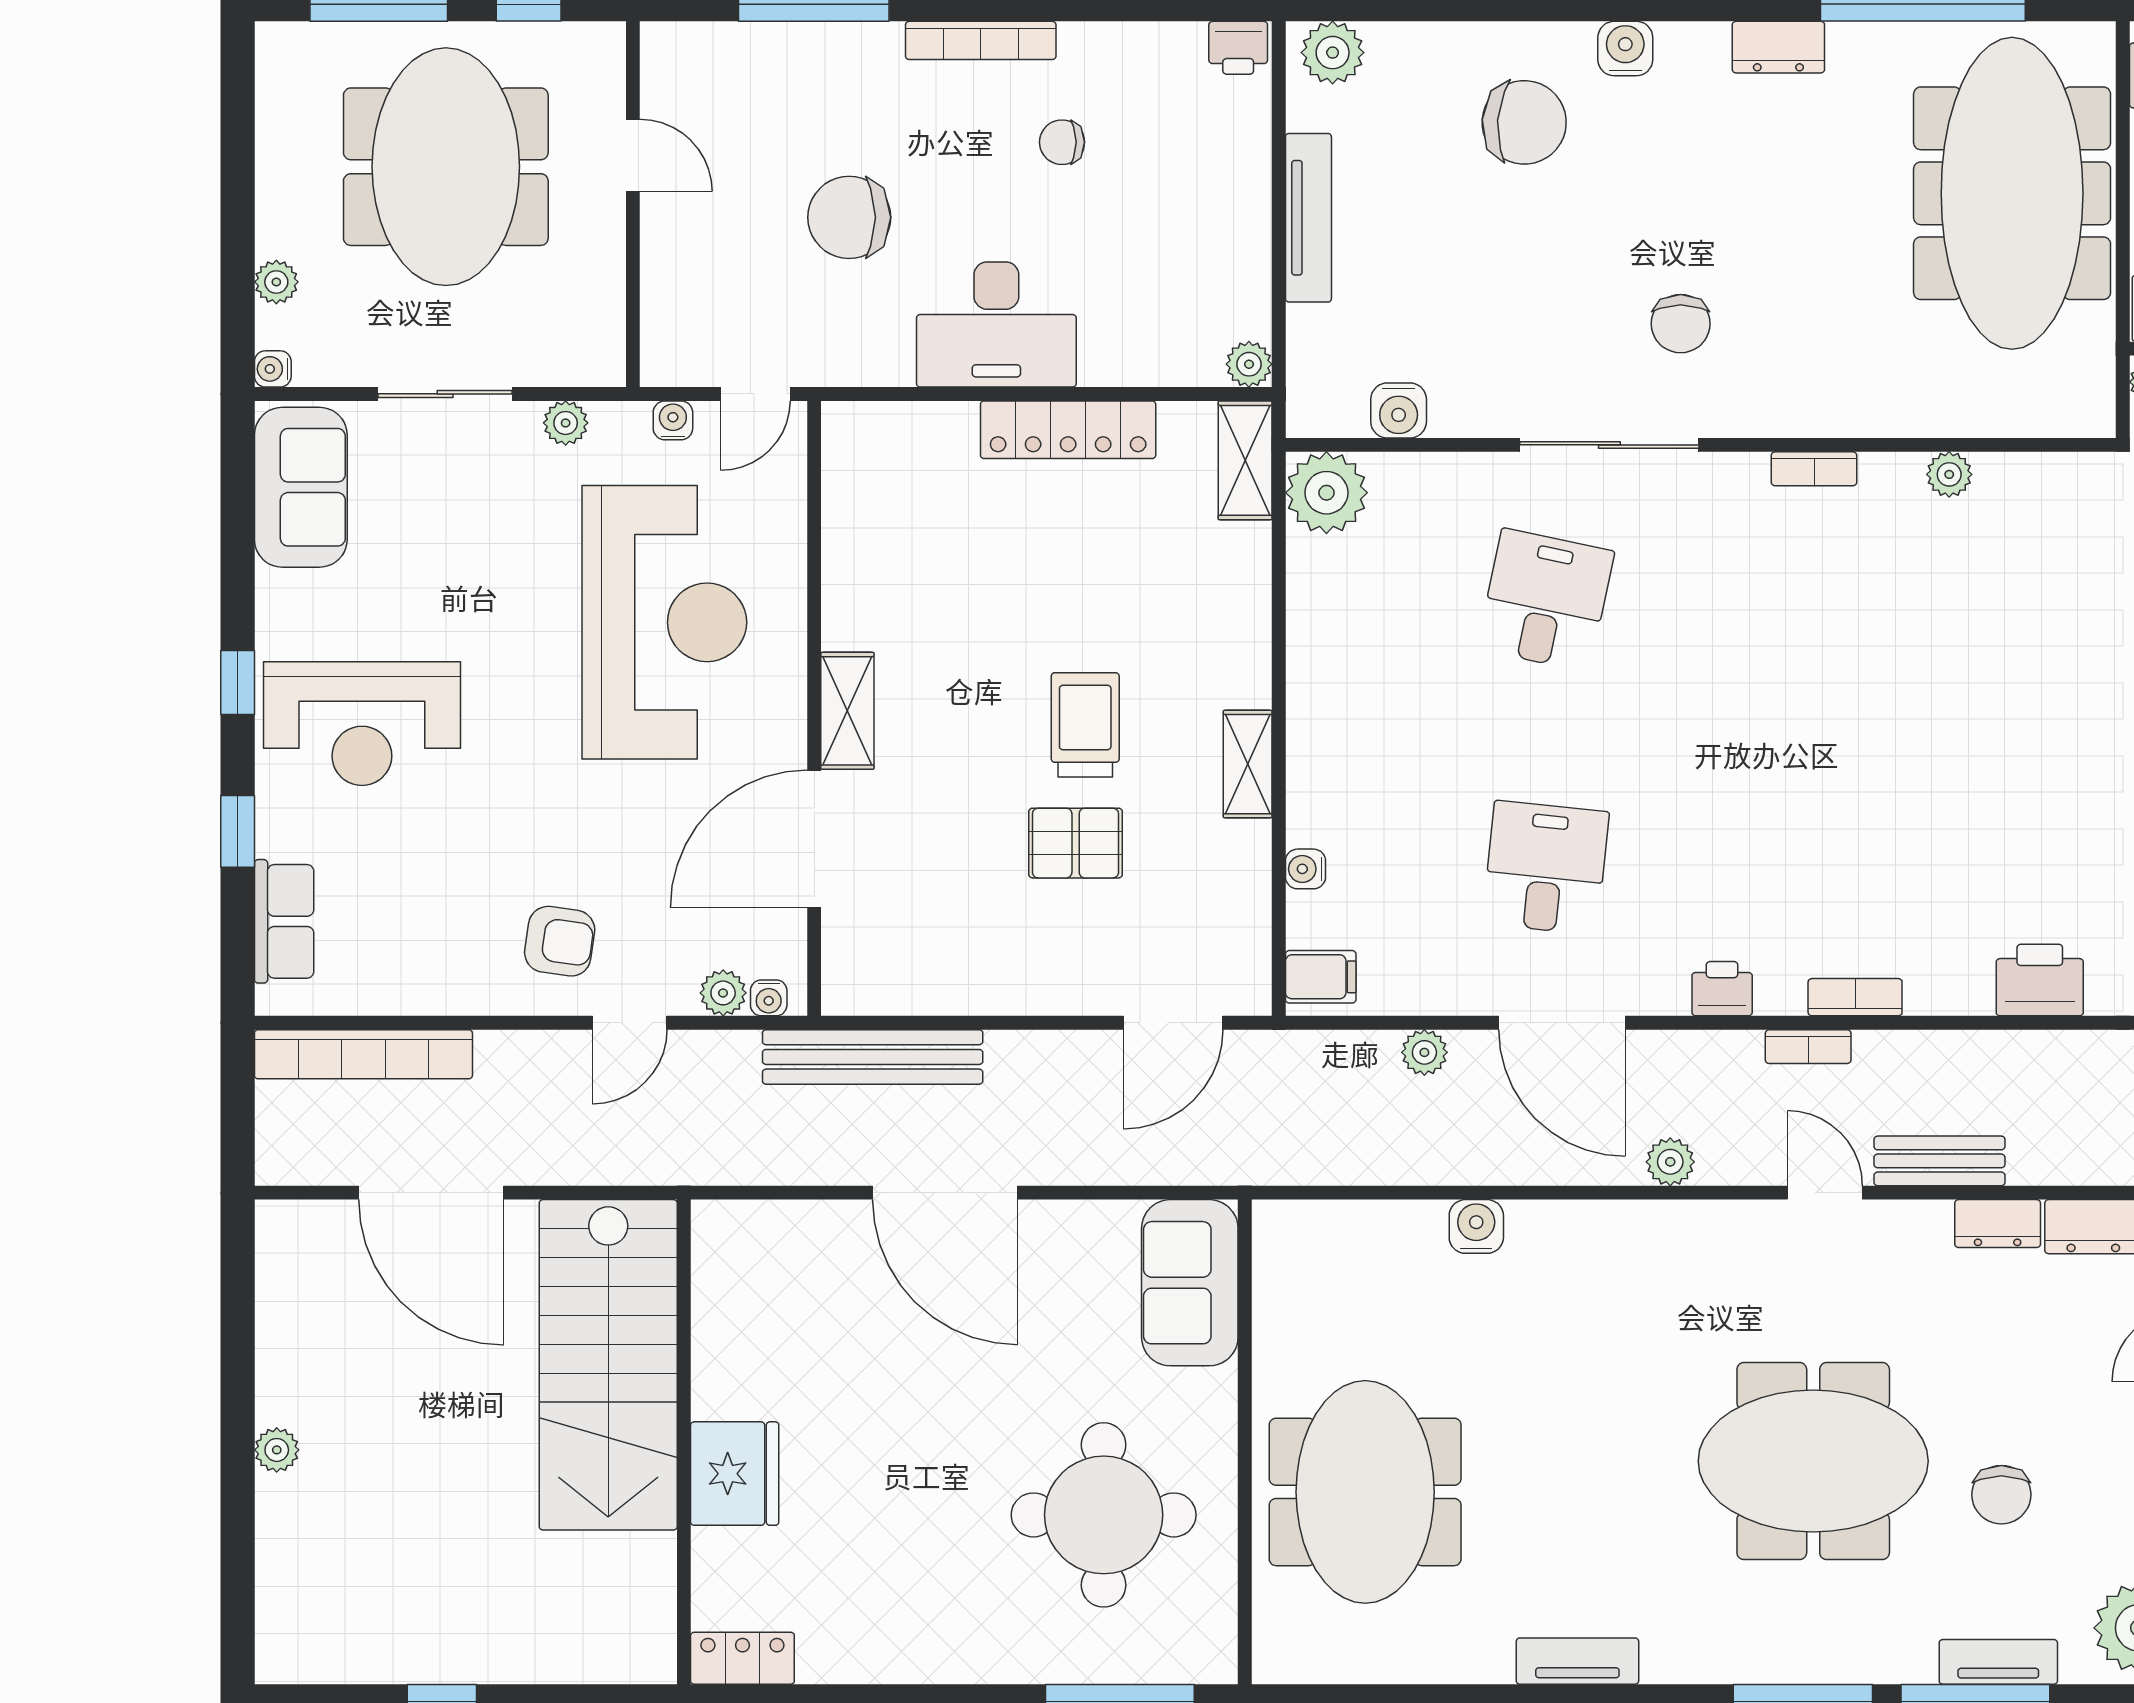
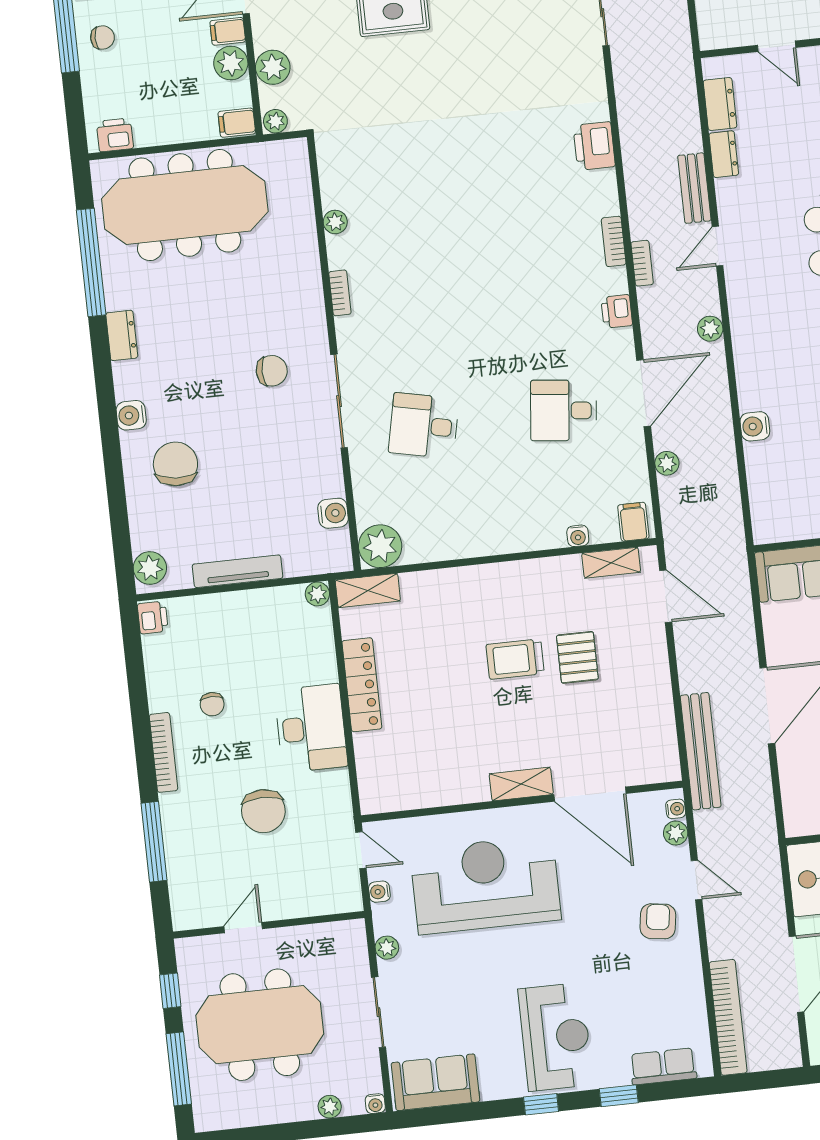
shelving: (1248, 764) -> (611, 563), moved

